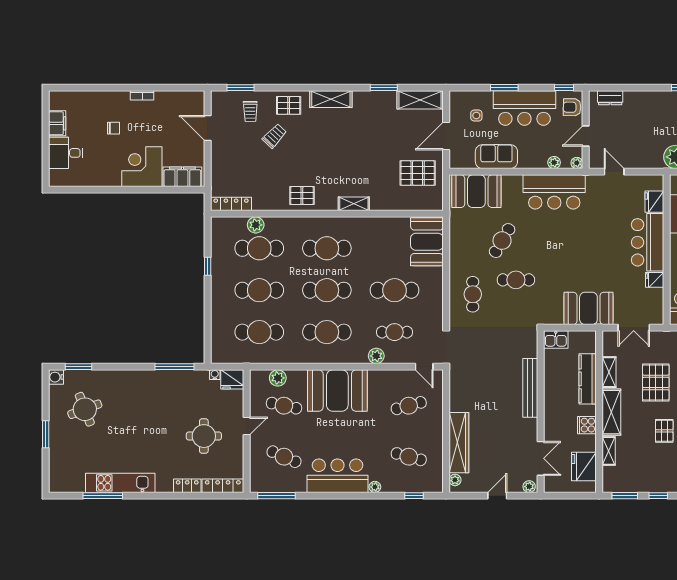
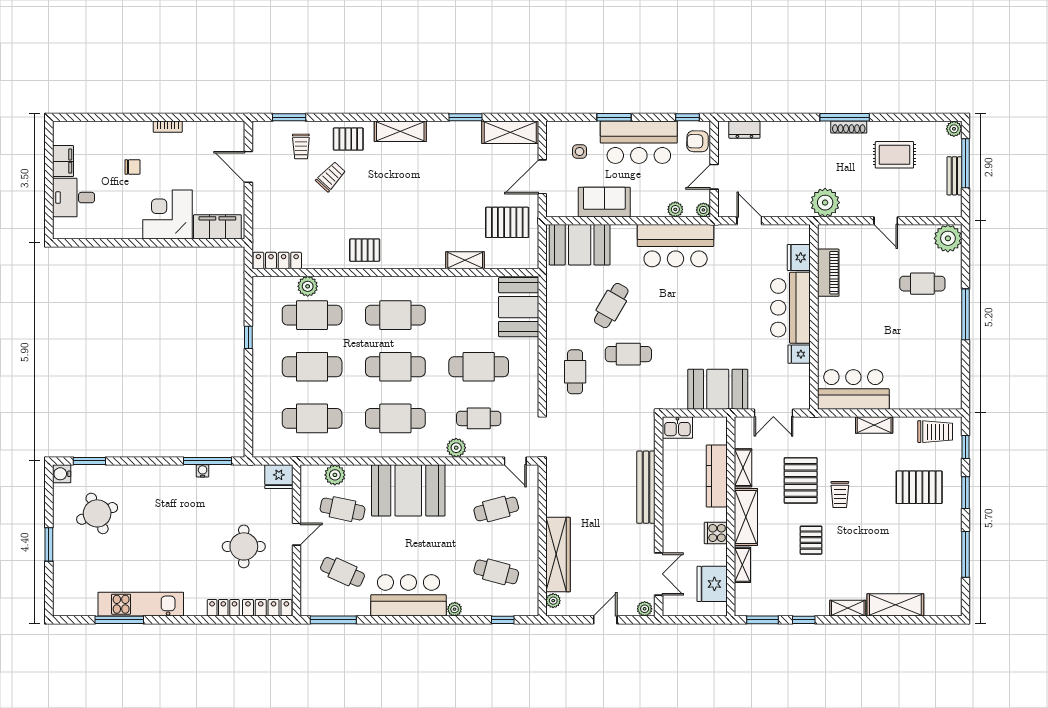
shelving: (354, 204) -> (465, 260), moved
water cooler: (215, 375) -> (203, 471), moved

